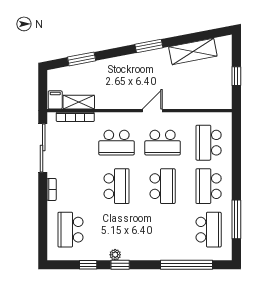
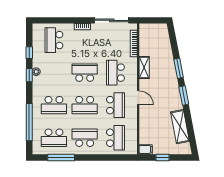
window: (82, 59) -> (179, 68), moved
filing cabinet: (55, 100) -> (146, 149), moved
shelving: (79, 102) -> (144, 68), moved
school desk: (163, 143) -> (115, 105), turned 180
school desk: (209, 143) -> (115, 138), turned 90
school desk: (117, 186) -> (85, 73), turned 180
school desk: (70, 230) -> (54, 40), turned -90
school desk: (163, 230) -> (54, 105), added

